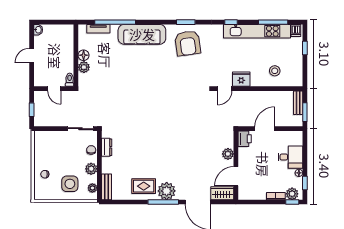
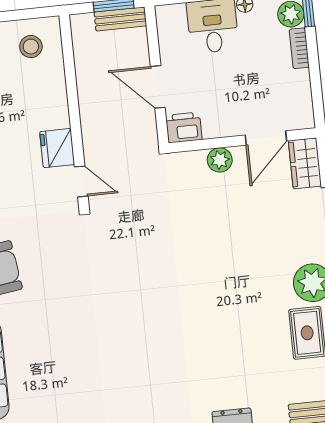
stool: (275, 71) -> (31, 47), moved
bench: (298, 103) -> (120, 19), moved
door: (236, 176) -> (266, 138), hinge flipped

